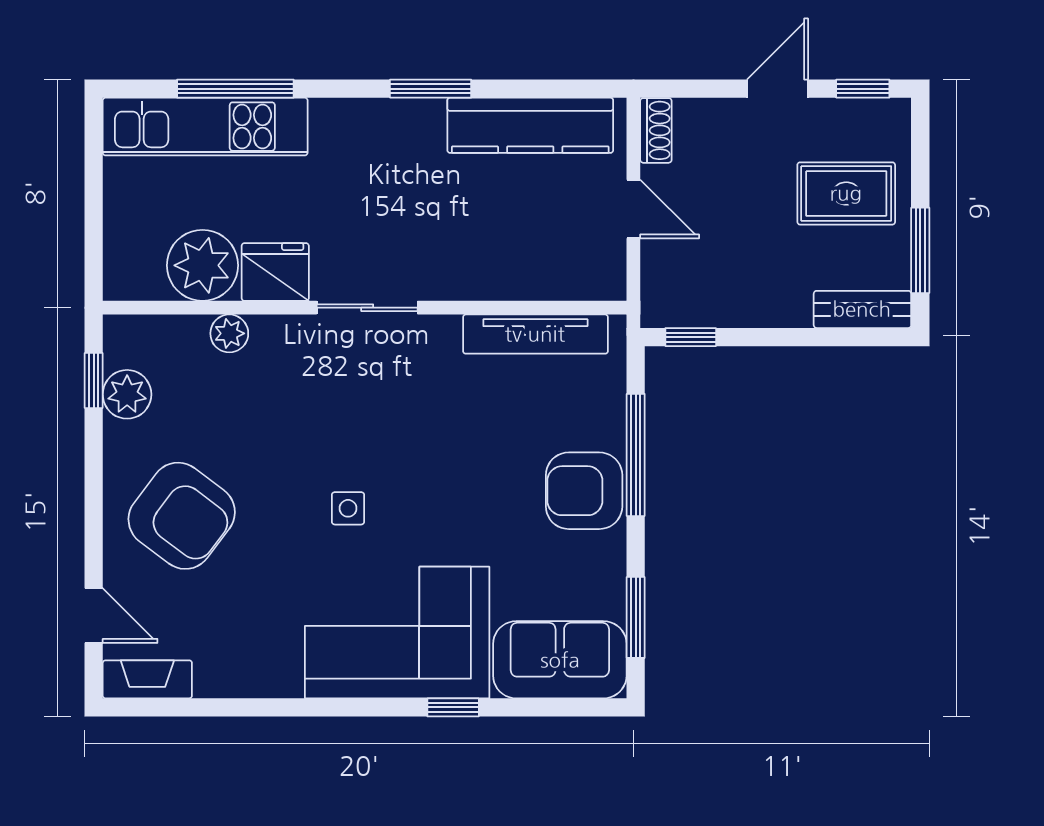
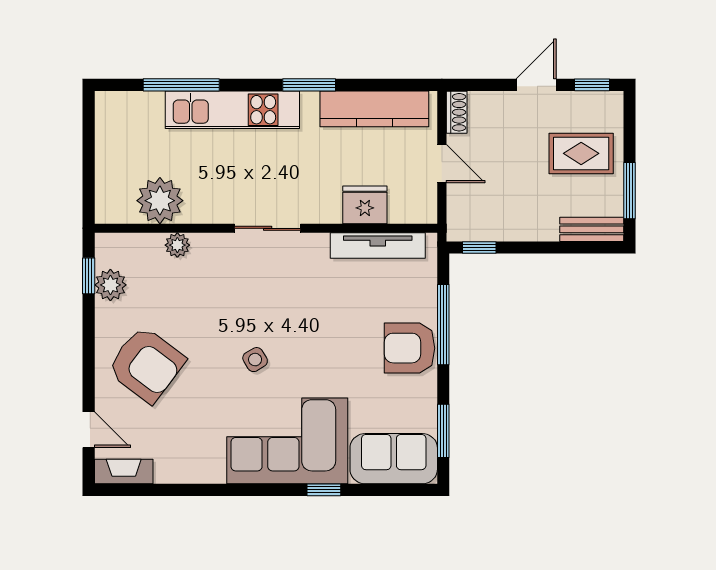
kitchen unit: (205, 127) -> (232, 110), moved
fridge: (275, 272) -> (365, 205), moved
side table: (348, 508) -> (255, 360), turned -31

